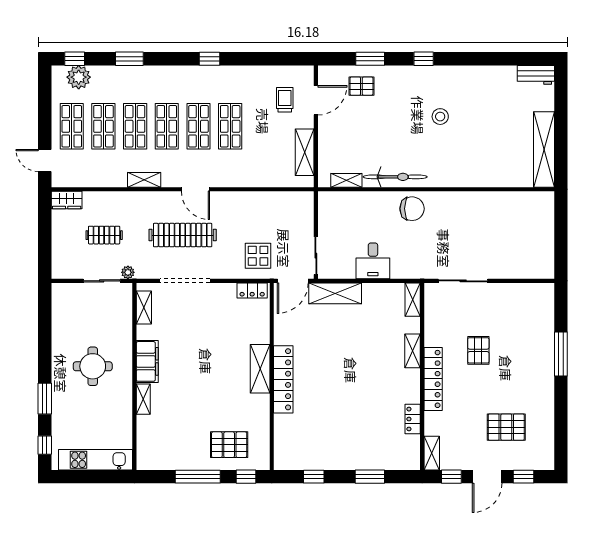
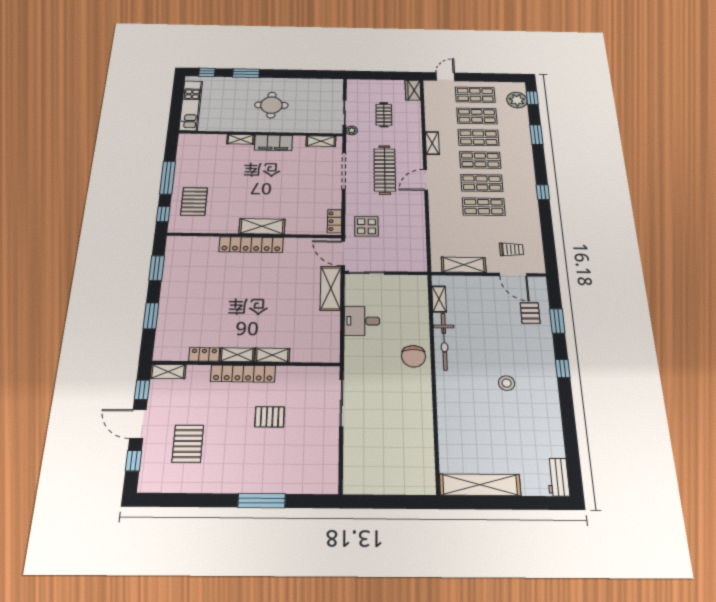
shelving: (413, 300) -> (237, 355), moved
window: (314, 477) -> (157, 268), width x1.50

